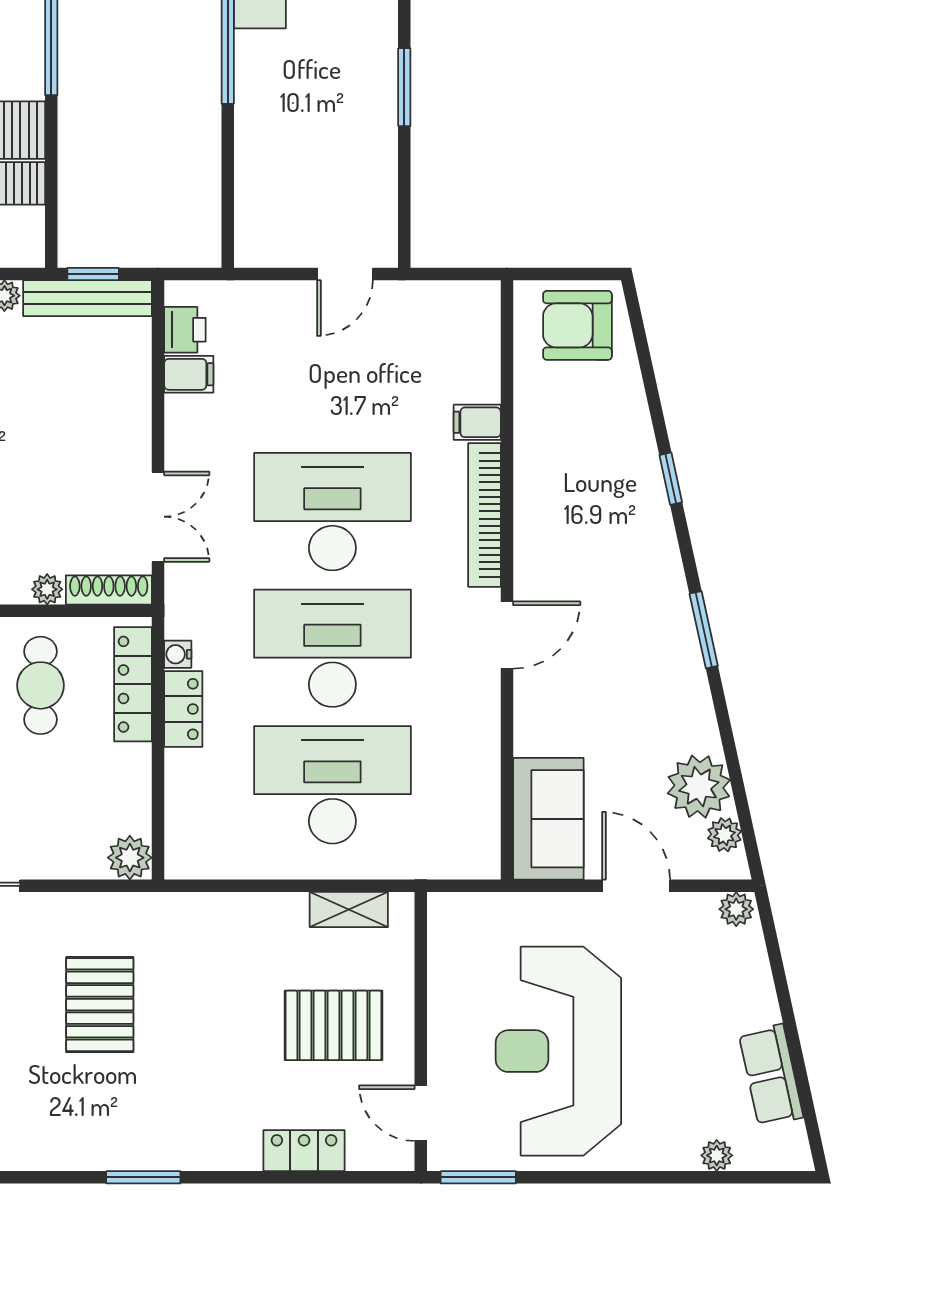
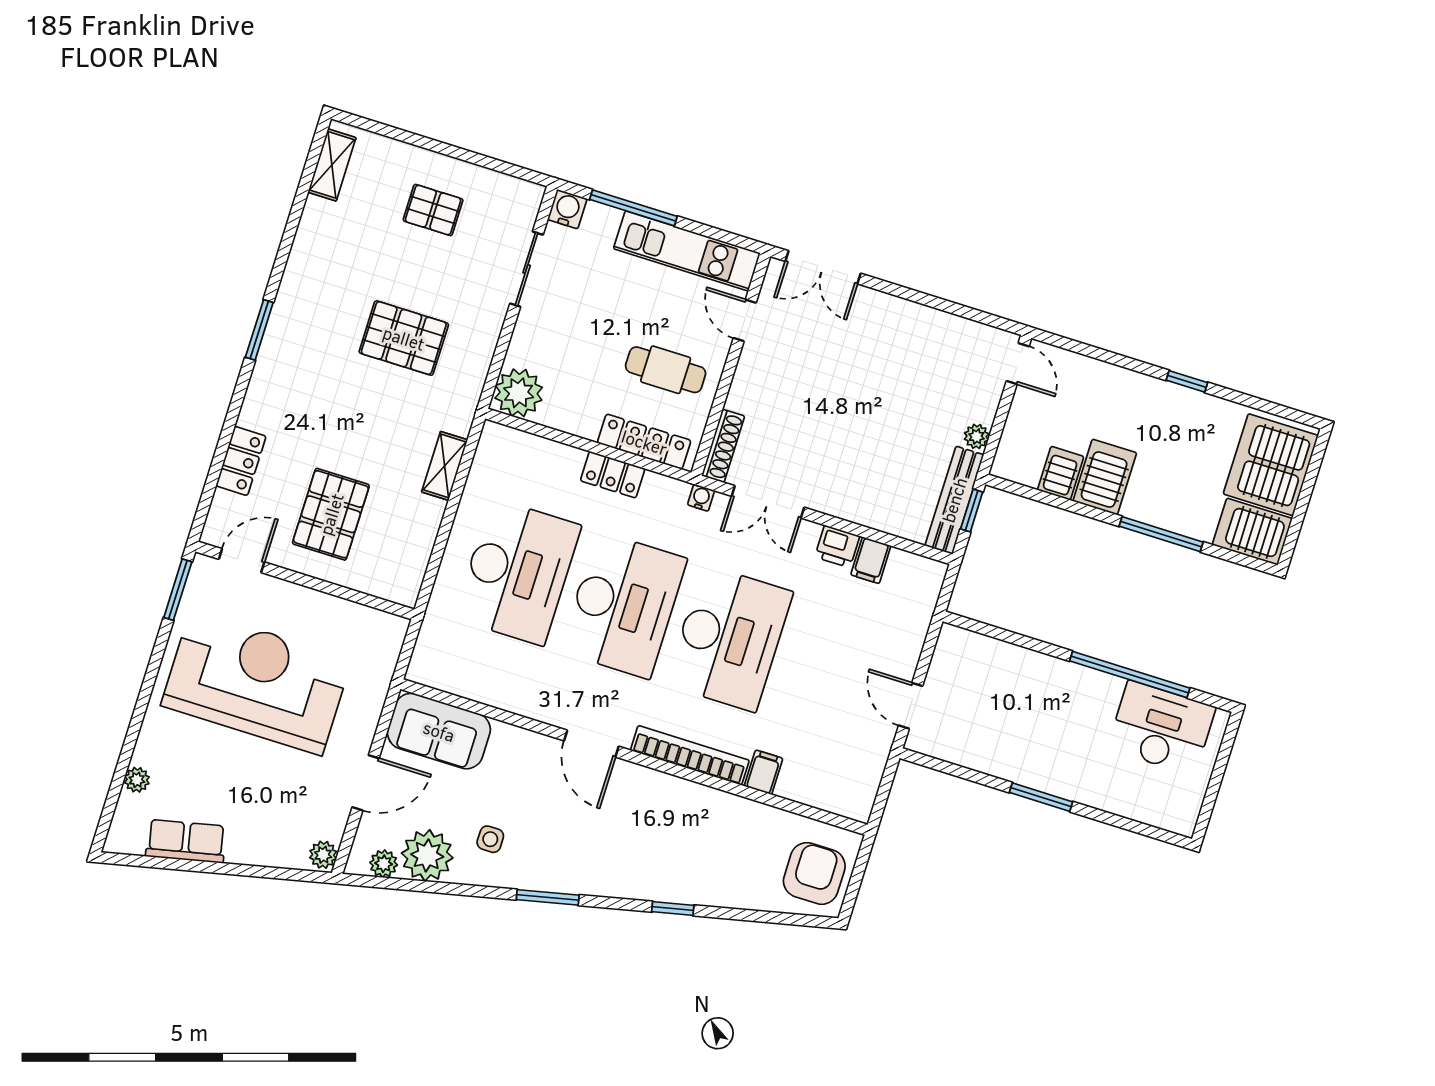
printer: (185, 330) -> (837, 546), moved
plant: (47, 589) -> (739, 398), removed
water cooler: (178, 654) -> (701, 498), moved
side table: (656, 719) -> (490, 839), added
plant: (130, 858) -> (519, 393), width x1.36, depth x1.36
shelving: (349, 910) -> (445, 466), moved

